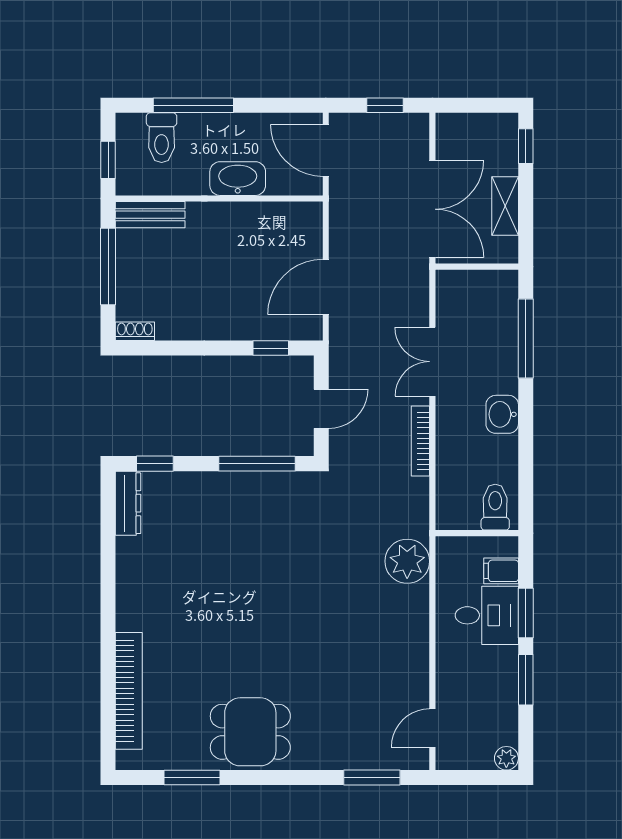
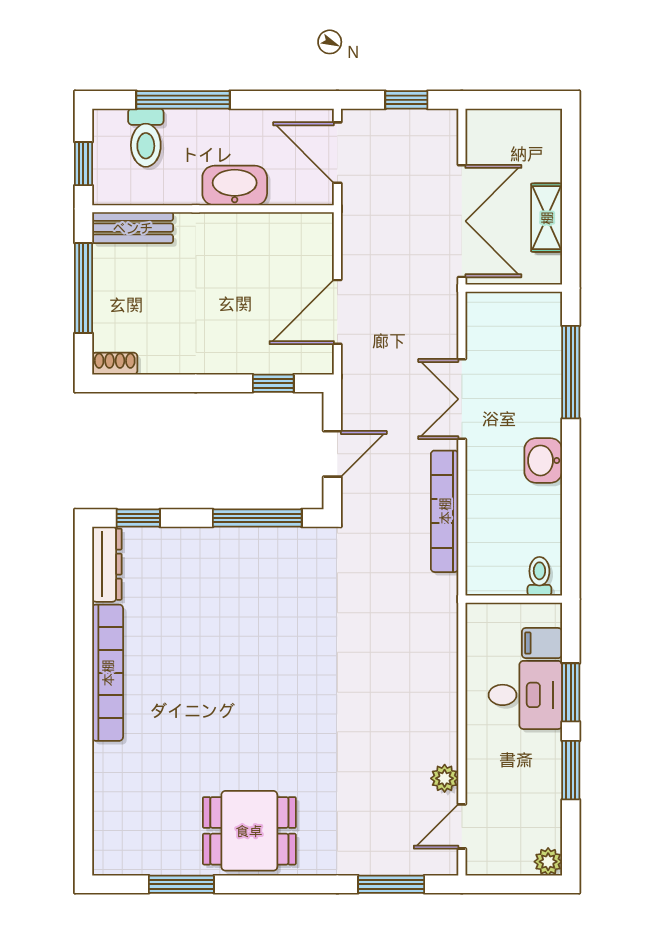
window: (526, 146) -> (571, 148), removed
bookcase: (420, 441) -> (445, 511), width x1.48, depth x1.31
toilet: (495, 507) -> (539, 576), width x0.73, depth x0.72
plant: (407, 561) -> (445, 778), moved, width x0.53, depth x0.53
bookcase: (129, 691) -> (108, 673), moved

